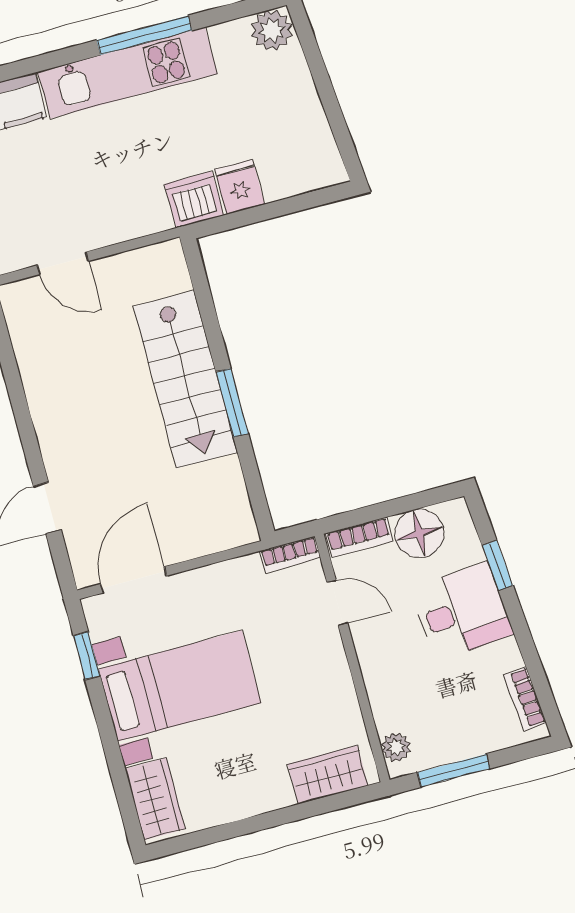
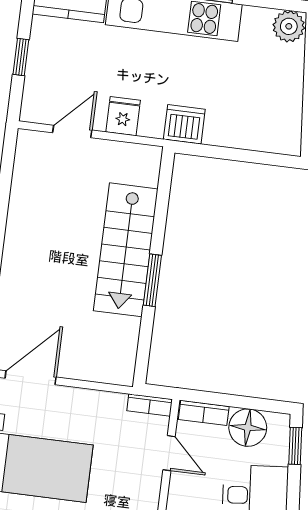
fridge: (240, 187) -> (123, 116), moved
door: (63, 263) -> (72, 131), swing flipped
window: (498, 566) -> (295, 446), moved

